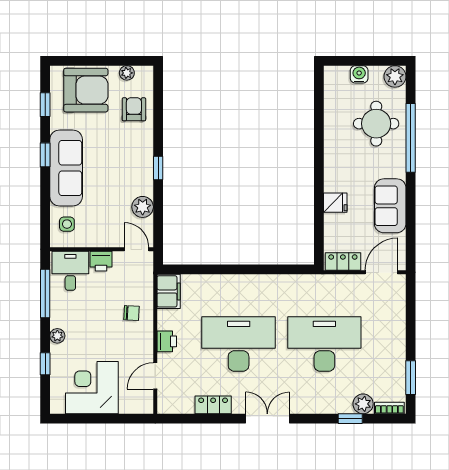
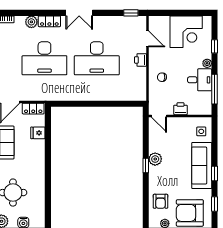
fridge: (335, 203) -> (38, 133), moved
plant: (143, 207) -> (155, 159), moved
desk: (70, 271) -> (200, 80), moved, turned -90
filing cabinet: (169, 291) -> (139, 90), removed
door: (155, 376) -> (148, 39), hinge flipped
plant: (363, 404) -> (31, 22), moved
locker: (213, 405) -> (49, 21), moved
window: (350, 419) -> (131, 13), moved

